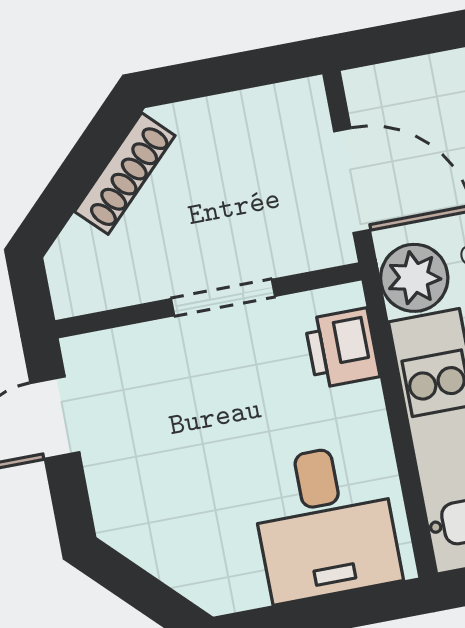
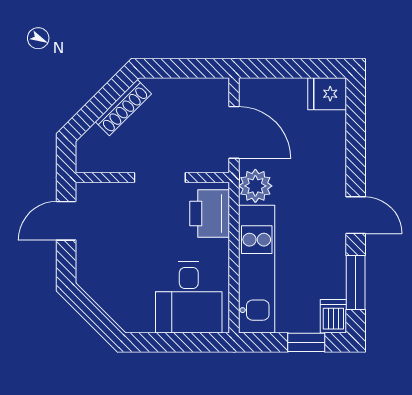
printer: (342, 348) -> (210, 214), width x1.36, depth x1.24

